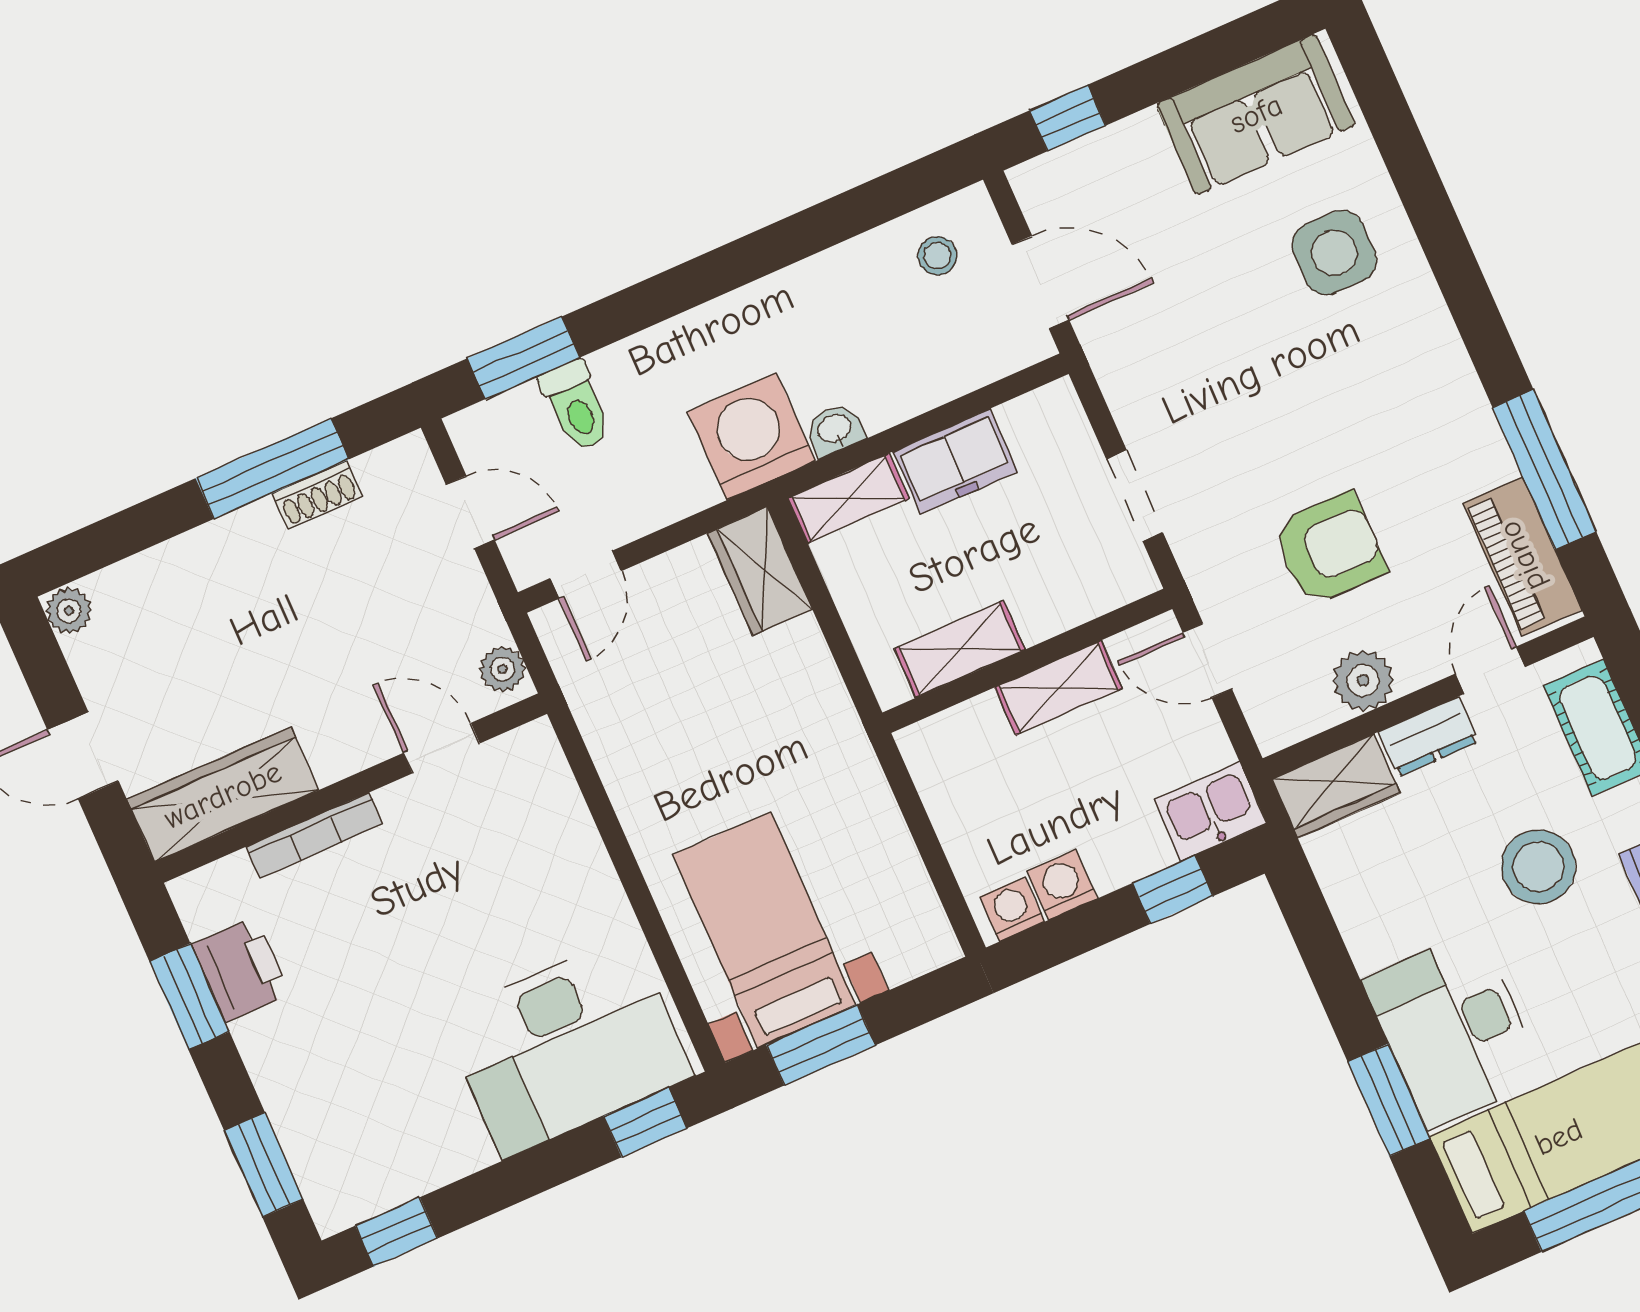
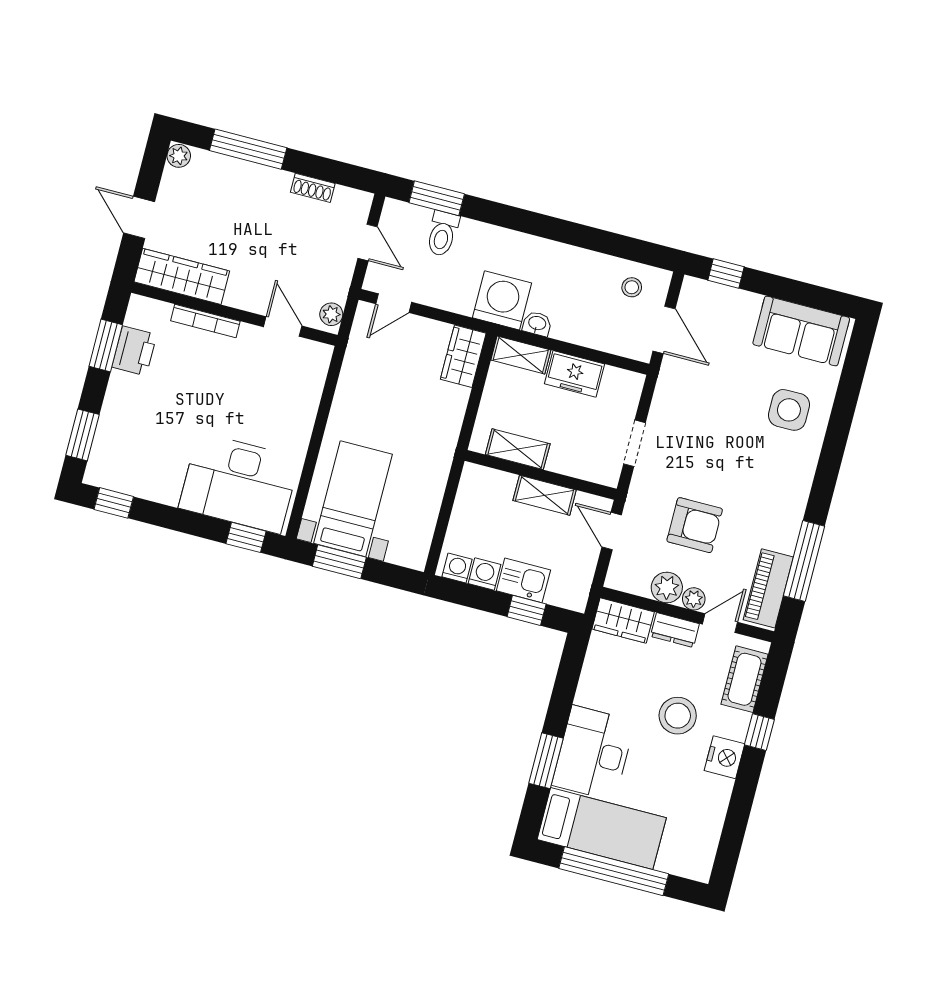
window: (272, 469) -> (248, 149), moved
plant: (1419, 665) -> (694, 599), added
kitchen sink: (1210, 811) -> (523, 580), moved

